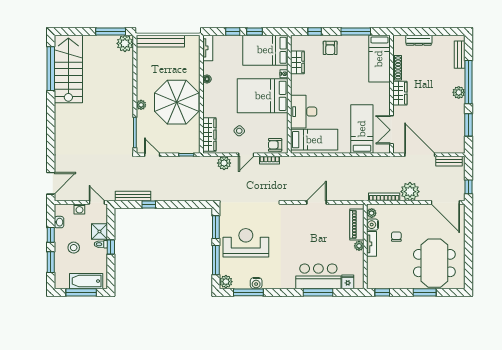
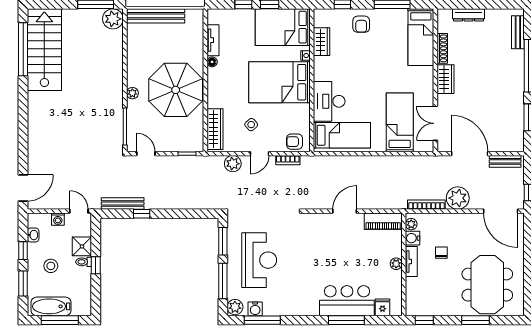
tv unit: (208, 48) -> (213, 40), moved
plant: (459, 92) -> (517, 78), removed
piano: (357, 224) -> (383, 221), moved, turned -90
reception desk: (246, 243) -> (259, 260), turned 90
bathtub: (86, 281) -> (51, 306), moved
water cooler: (256, 283) -> (255, 309), moved

